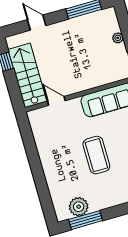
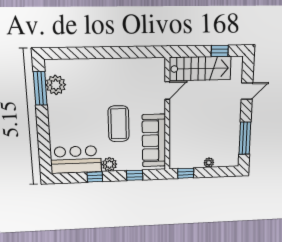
coffee table: (96, 155) -> (119, 124), moved, turned 90

